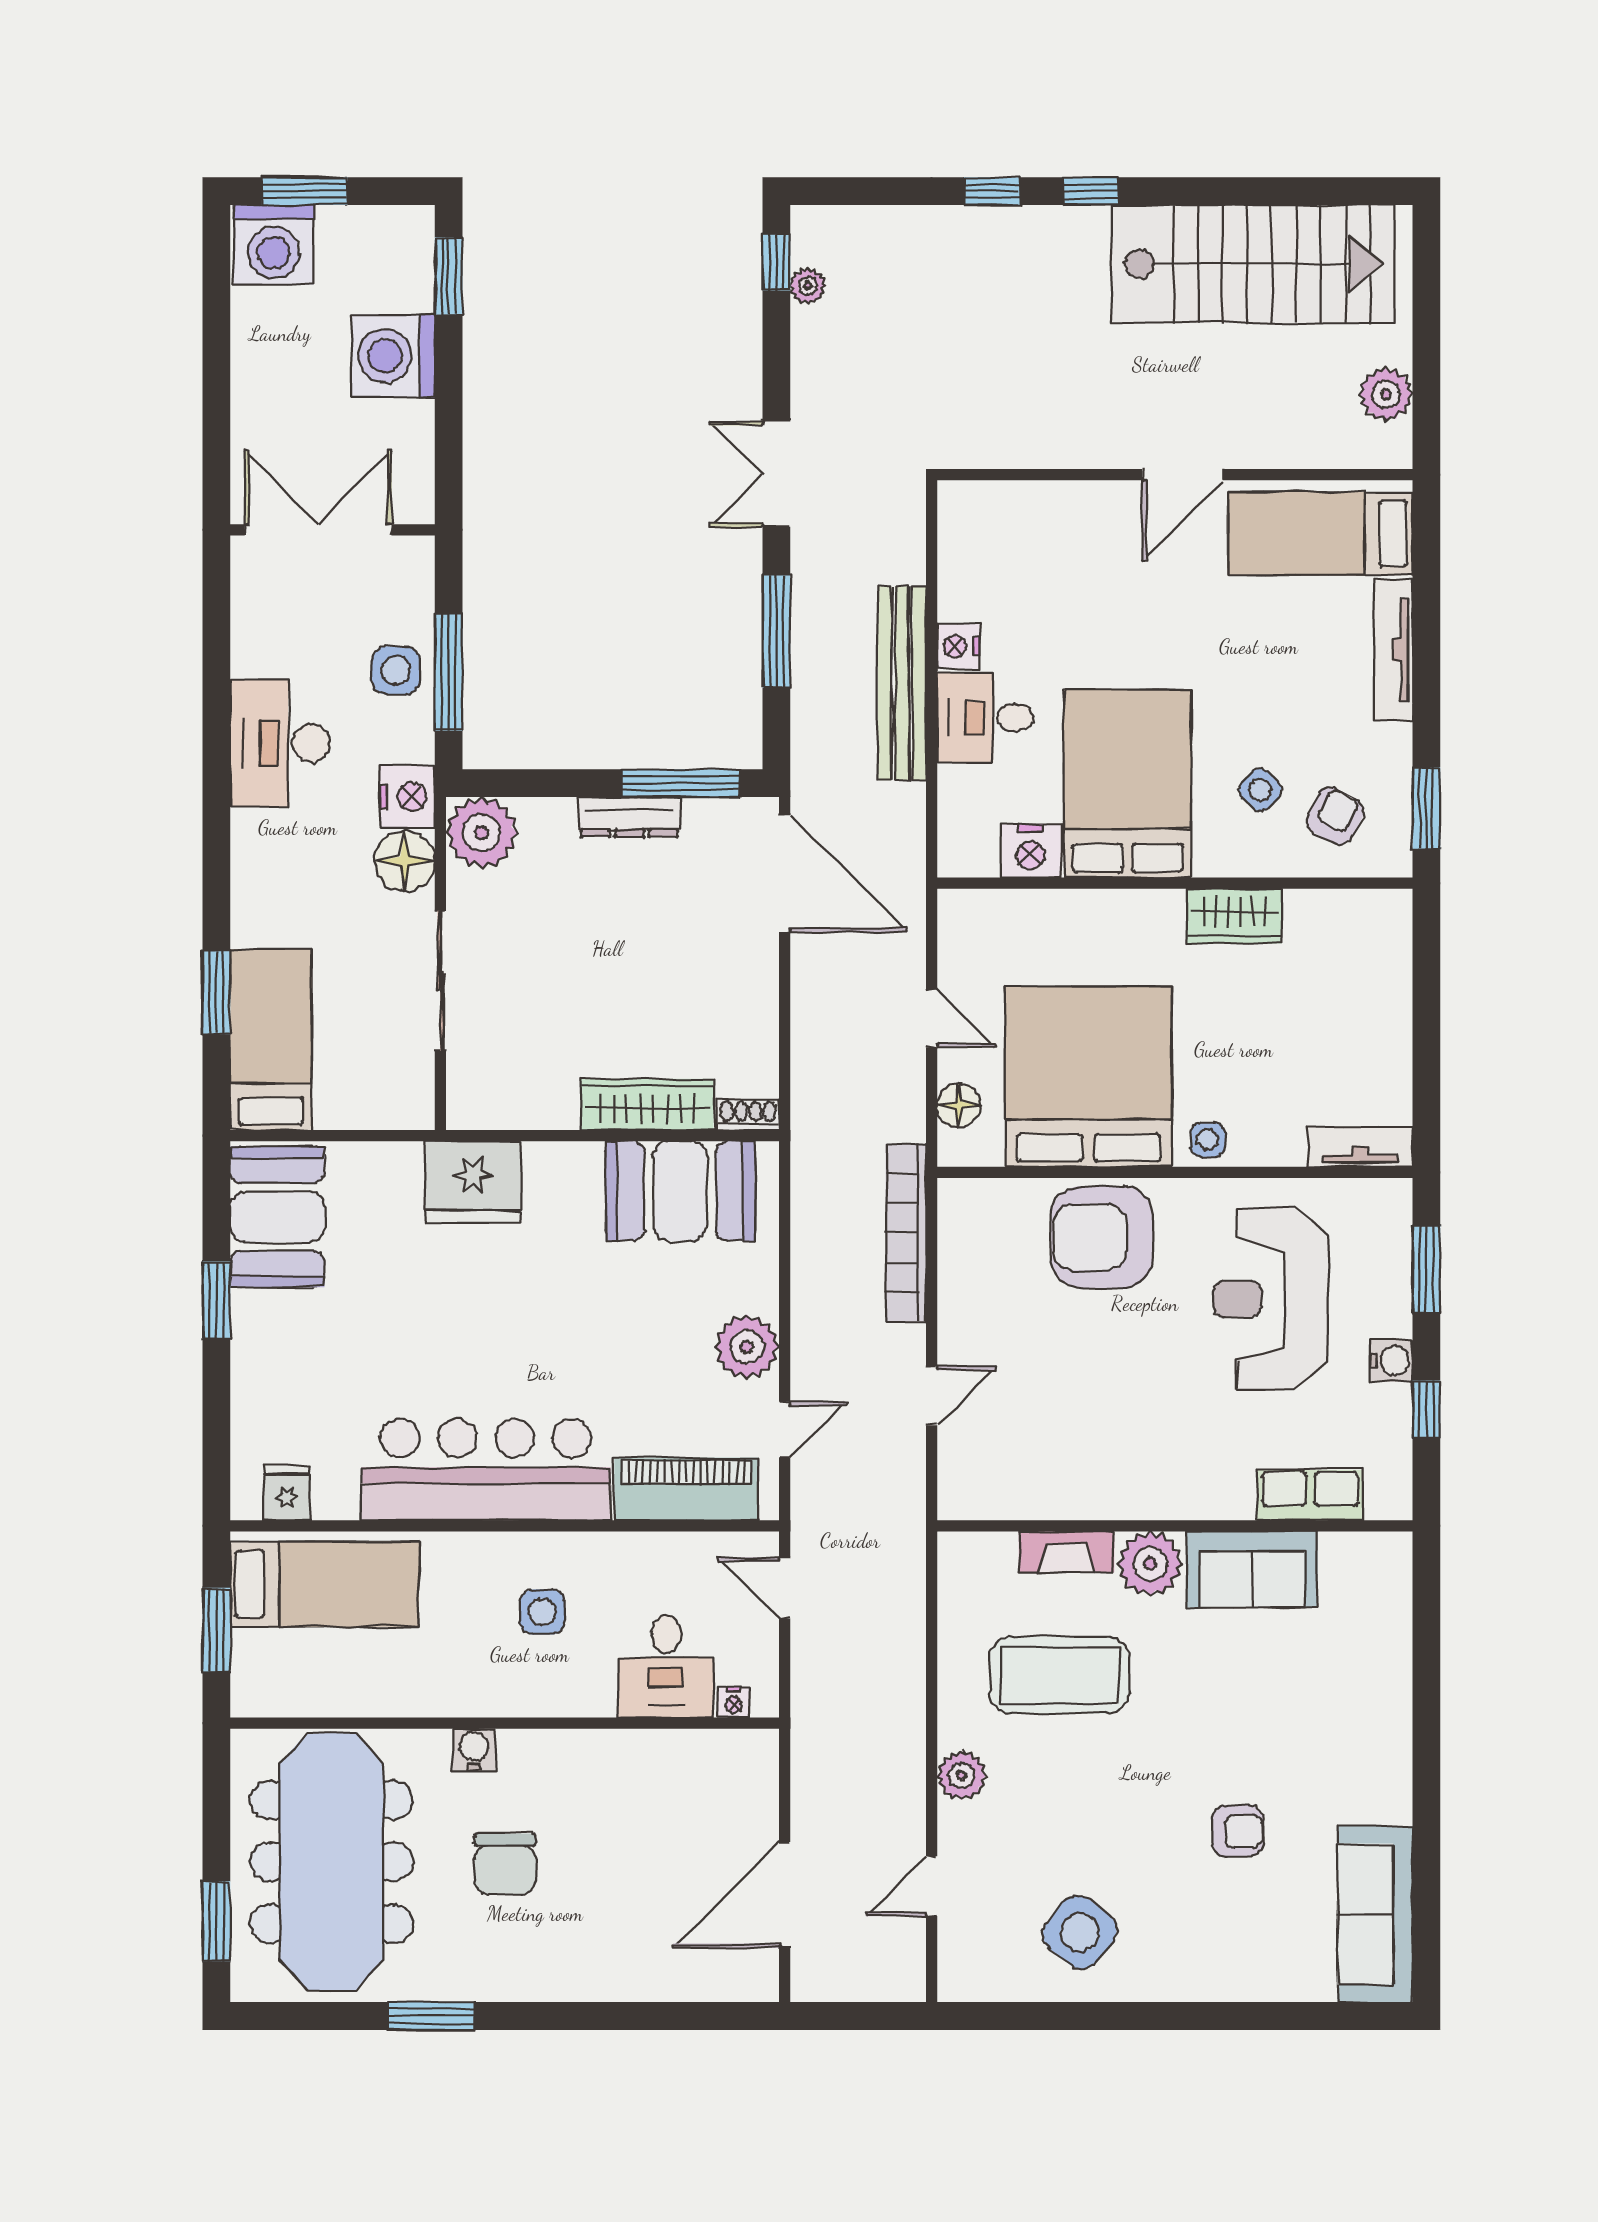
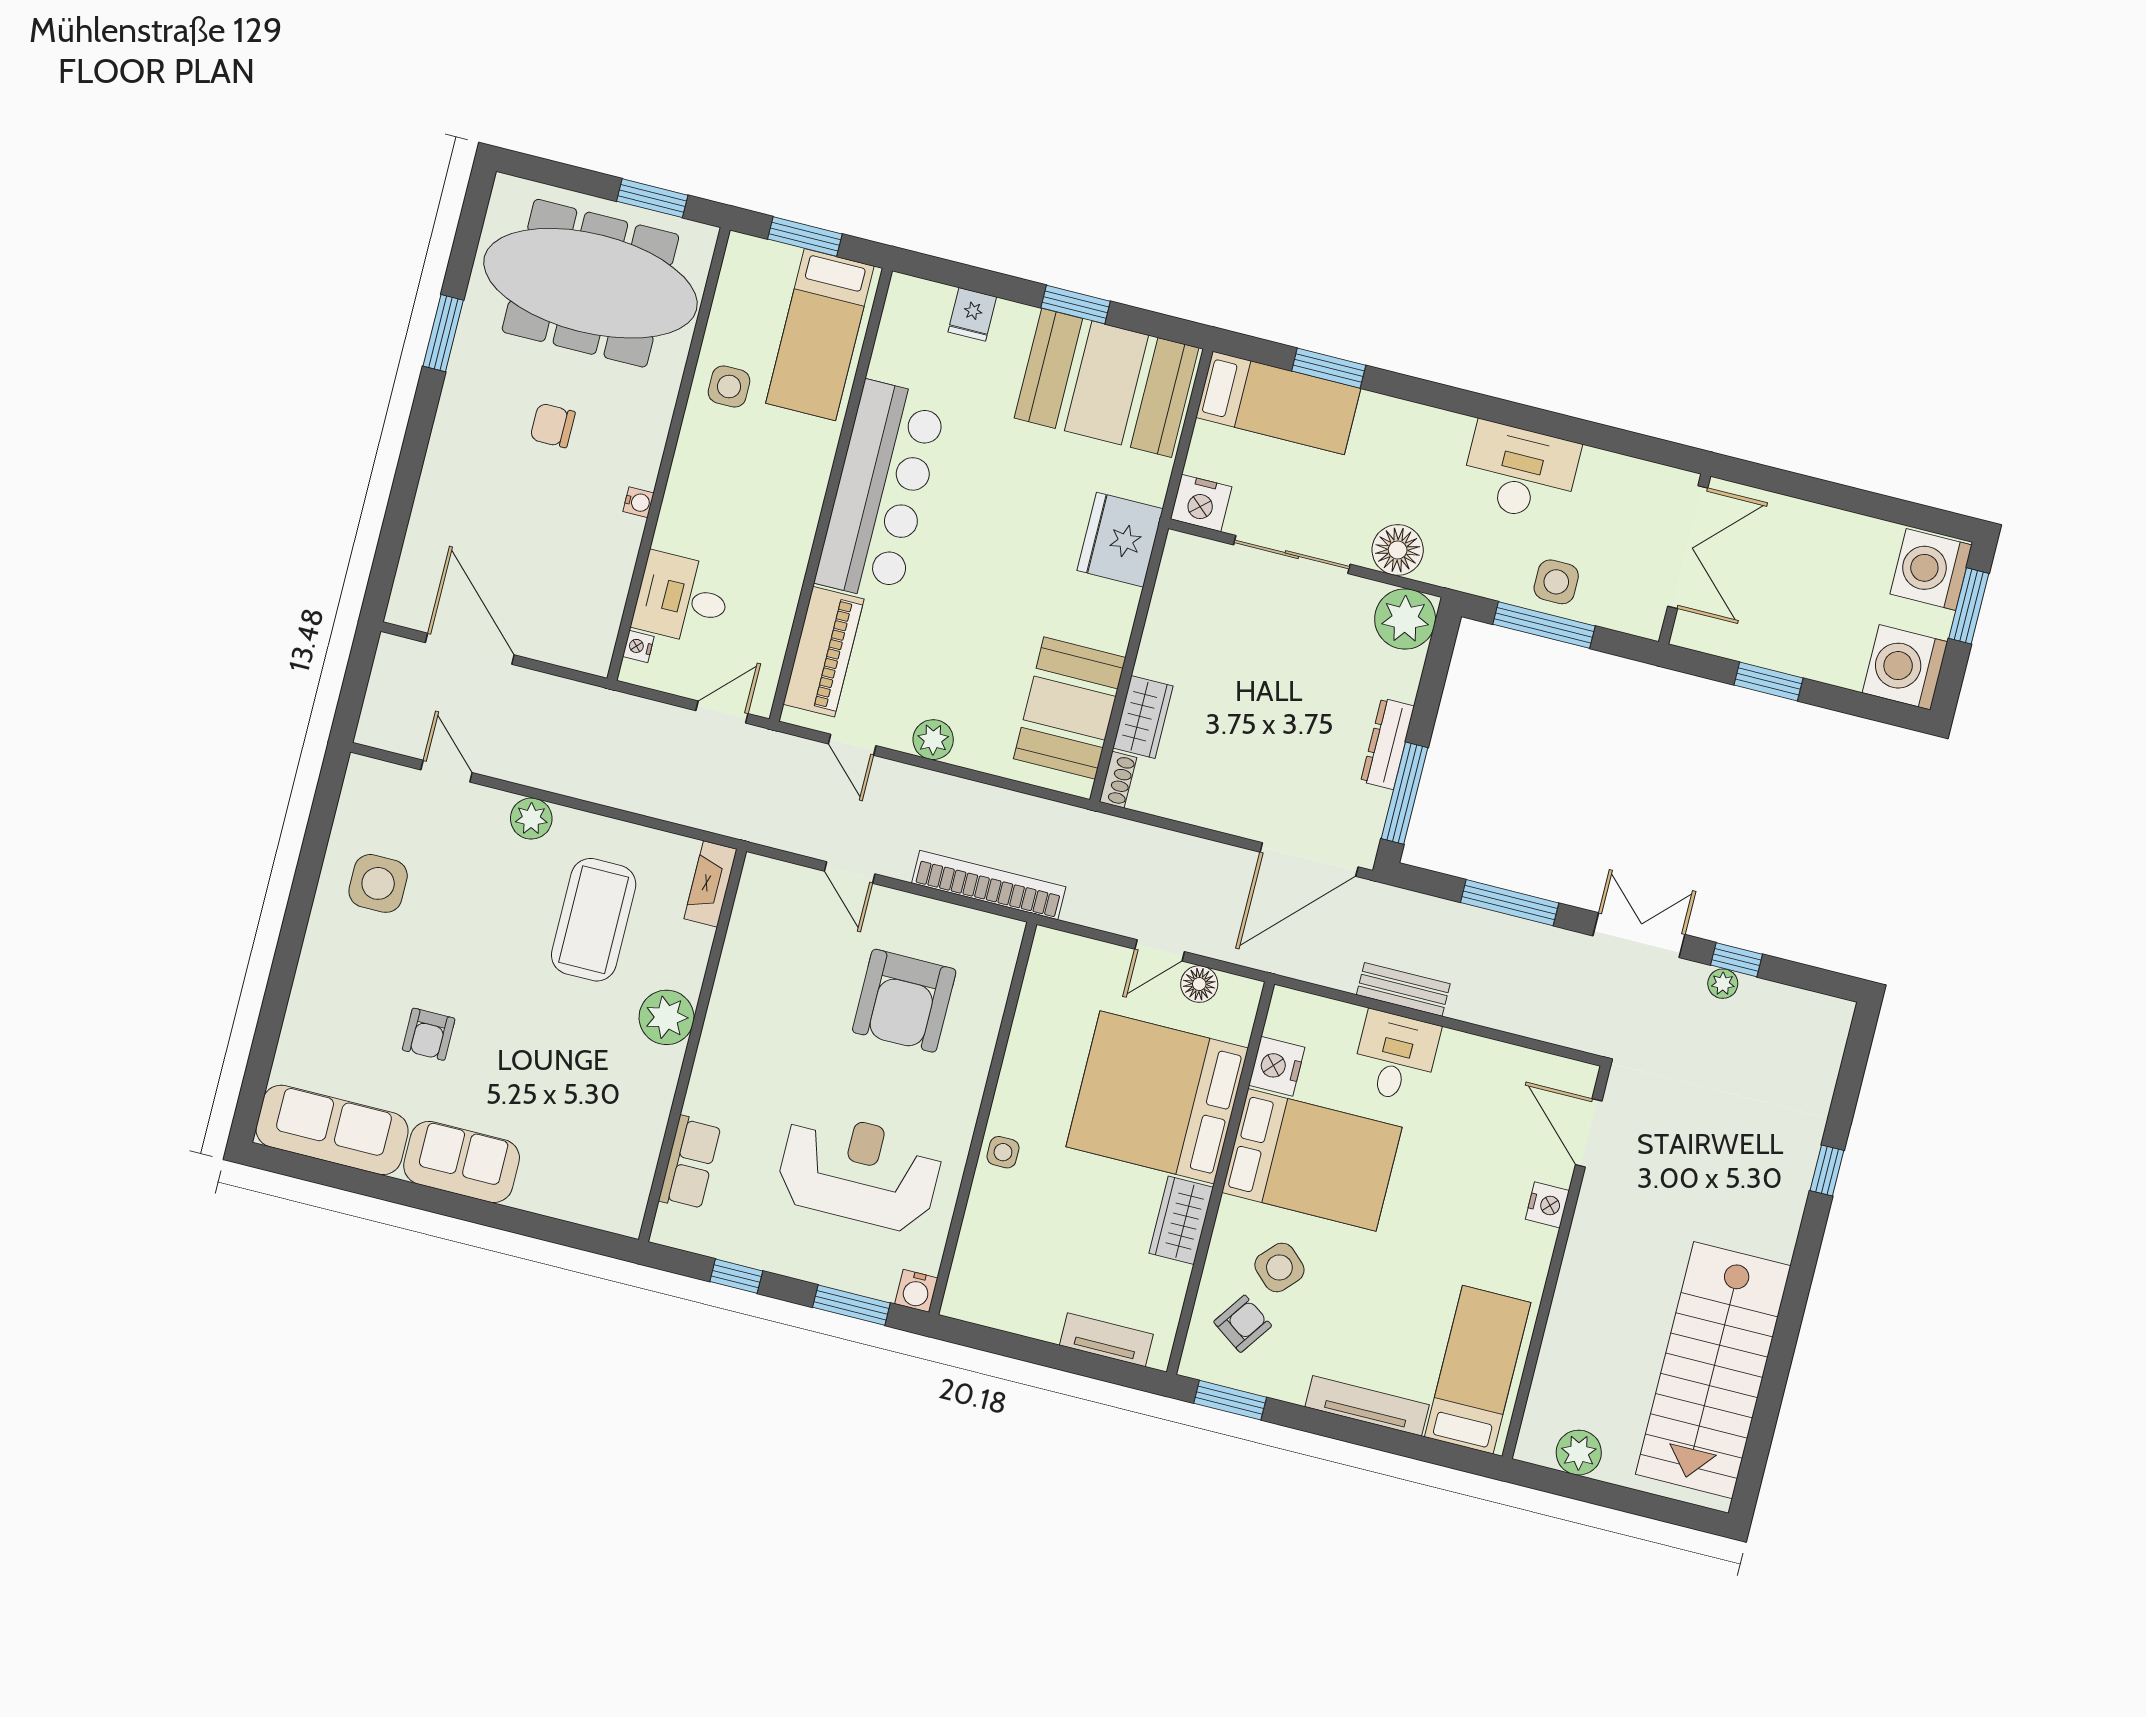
window: (1091, 191) -> (1807, 1252), removed
window: (776, 262) -> (1736, 960), moved
window: (449, 276) -> (1769, 681), moved
plant: (808, 286) -> (1723, 984), moved
washing machine: (393, 356) -> (1905, 667), moved, turned -90
door: (1183, 475) -> (1589, 1133), moved
nightstand: (958, 646) -> (1547, 1205), moved, turned 90
bench: (902, 683) -> (1403, 989), width x0.54, depth x0.82
side table: (1260, 790) -> (1279, 1267), width x1.37, depth x1.37
nightstand: (407, 797) -> (1201, 503), moved
armchair: (1335, 816) -> (1243, 1324), turned -83
bed: (1089, 1077) -> (1157, 1097), moved, turned 180
wardrobe: (647, 1105) -> (1143, 717), width x0.67
floor lamp: (959, 1105) -> (1199, 984), moved
tv unit: (1360, 1147) -> (1106, 1340), moved, turned -90
booth: (277, 1217) -> (1107, 383), width x1.36, depth x1.42
armchair: (1102, 1237) -> (904, 1001), moved, turned 180
plant: (747, 1347) -> (933, 740), width x0.73, depth x0.73
water cooler: (1391, 1361) -> (916, 1291), moved
fridge: (287, 1493) -> (972, 314), moved, turned 90
fireplace: (1066, 1552) -> (710, 884), moved
sofa: (1252, 1569) -> (462, 1162), moved, turned 90
side table: (542, 1612) -> (729, 386), moved
water cooler: (474, 1750) -> (638, 502), moved, width x0.72, depth x0.72
chair: (505, 1864) -> (553, 425), width x0.73, depth x0.73
window: (216, 1921) -> (652, 198), moved
side table: (1080, 1932) -> (378, 883), turned -38

